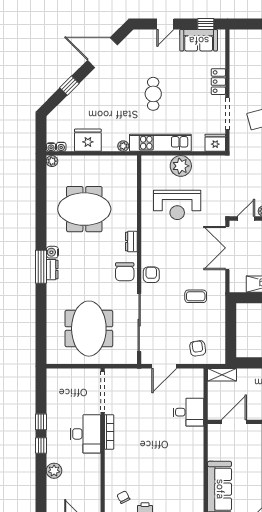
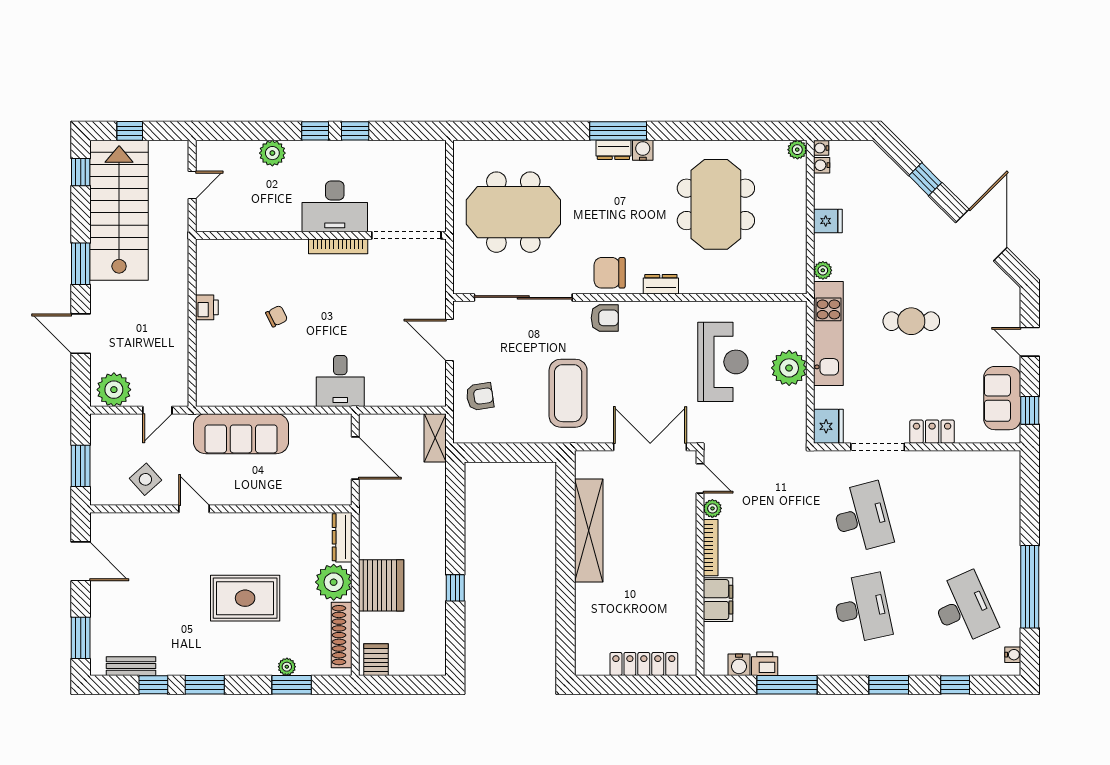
fridge: (88, 140) -> (828, 221), width x0.53, depth x0.75
reception desk: (177, 205) -> (723, 362), turned 180
coffee table: (196, 296) -> (568, 393), width x1.86, depth x1.72
desk: (188, 412) -> (340, 381), moved
chair: (123, 497) -> (277, 316), moved

